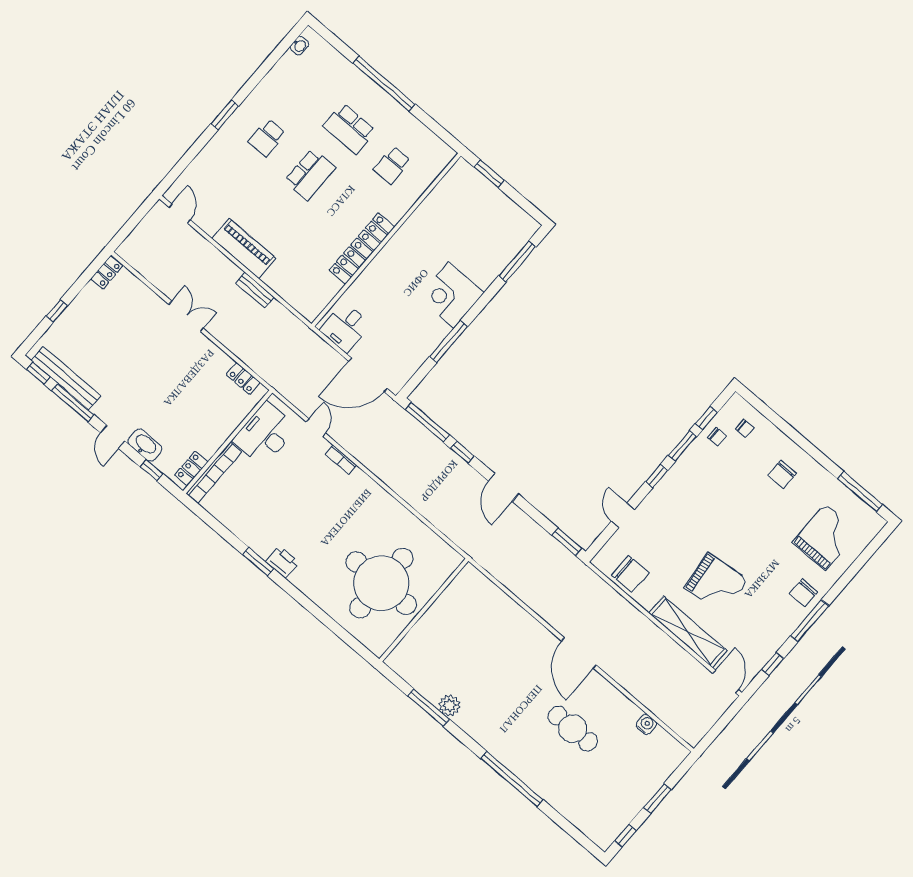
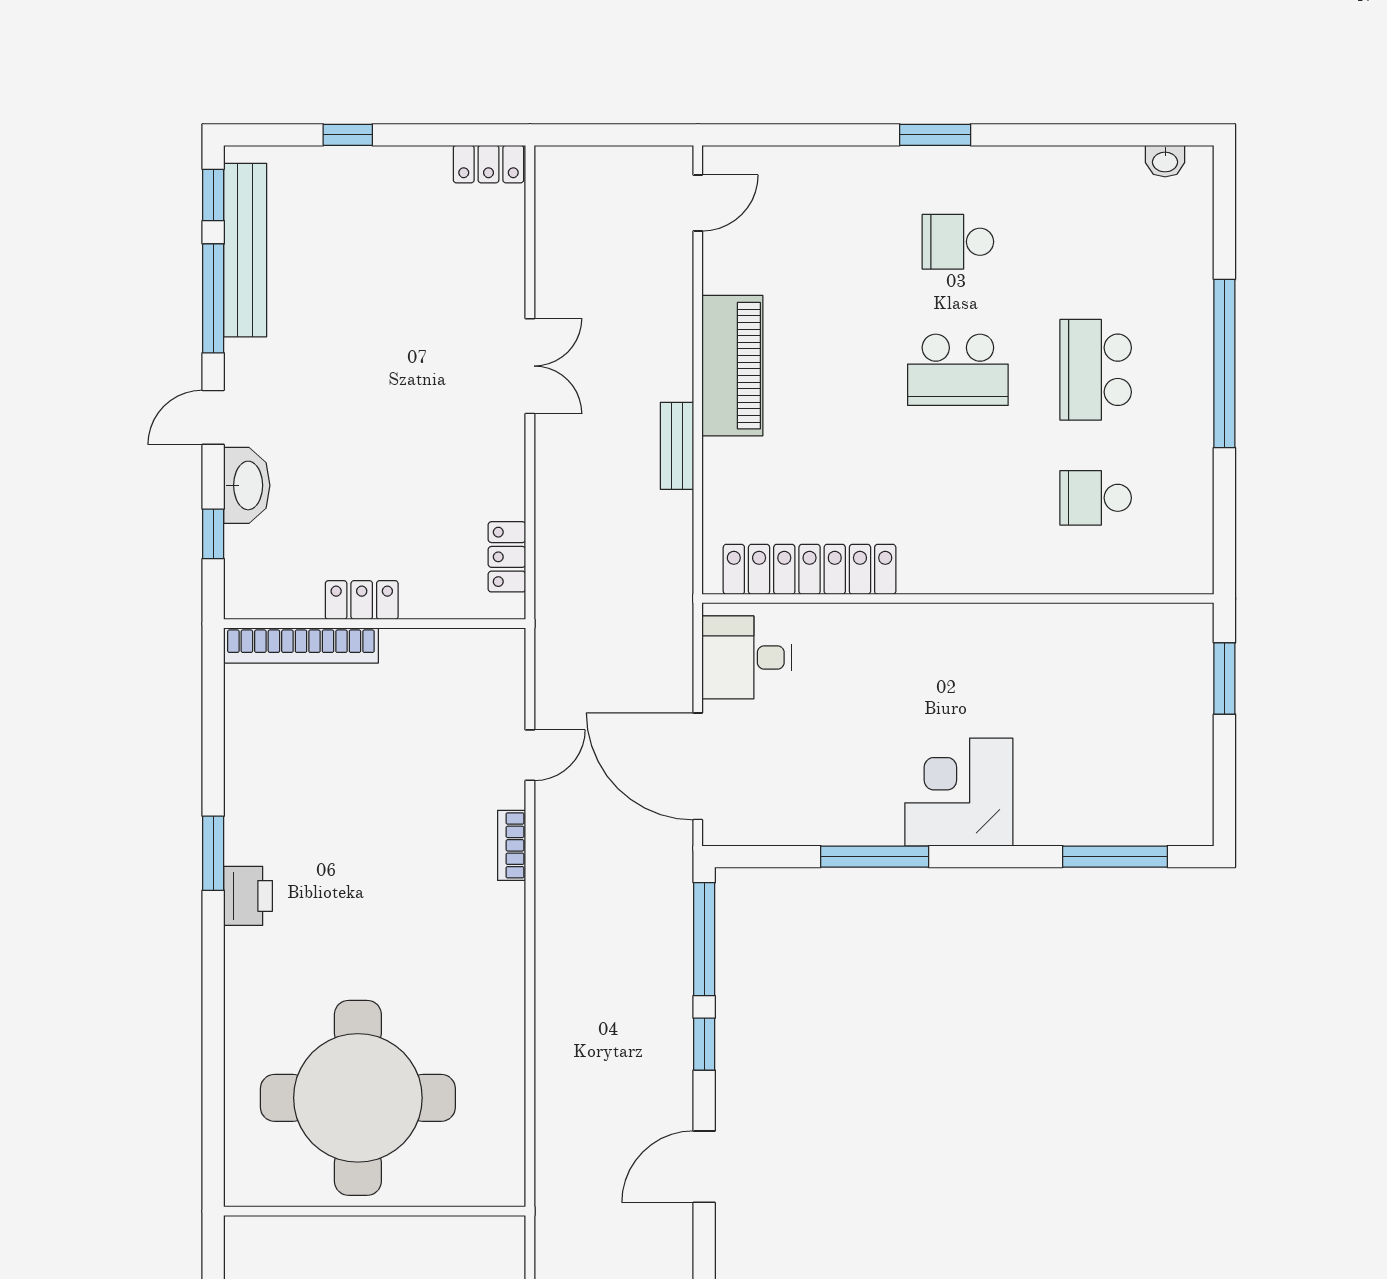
locker: (362, 248) -> (810, 569), moved
desk: (265, 434) -> (443, 676), removed
locker: (191, 468) -> (362, 600), moved

